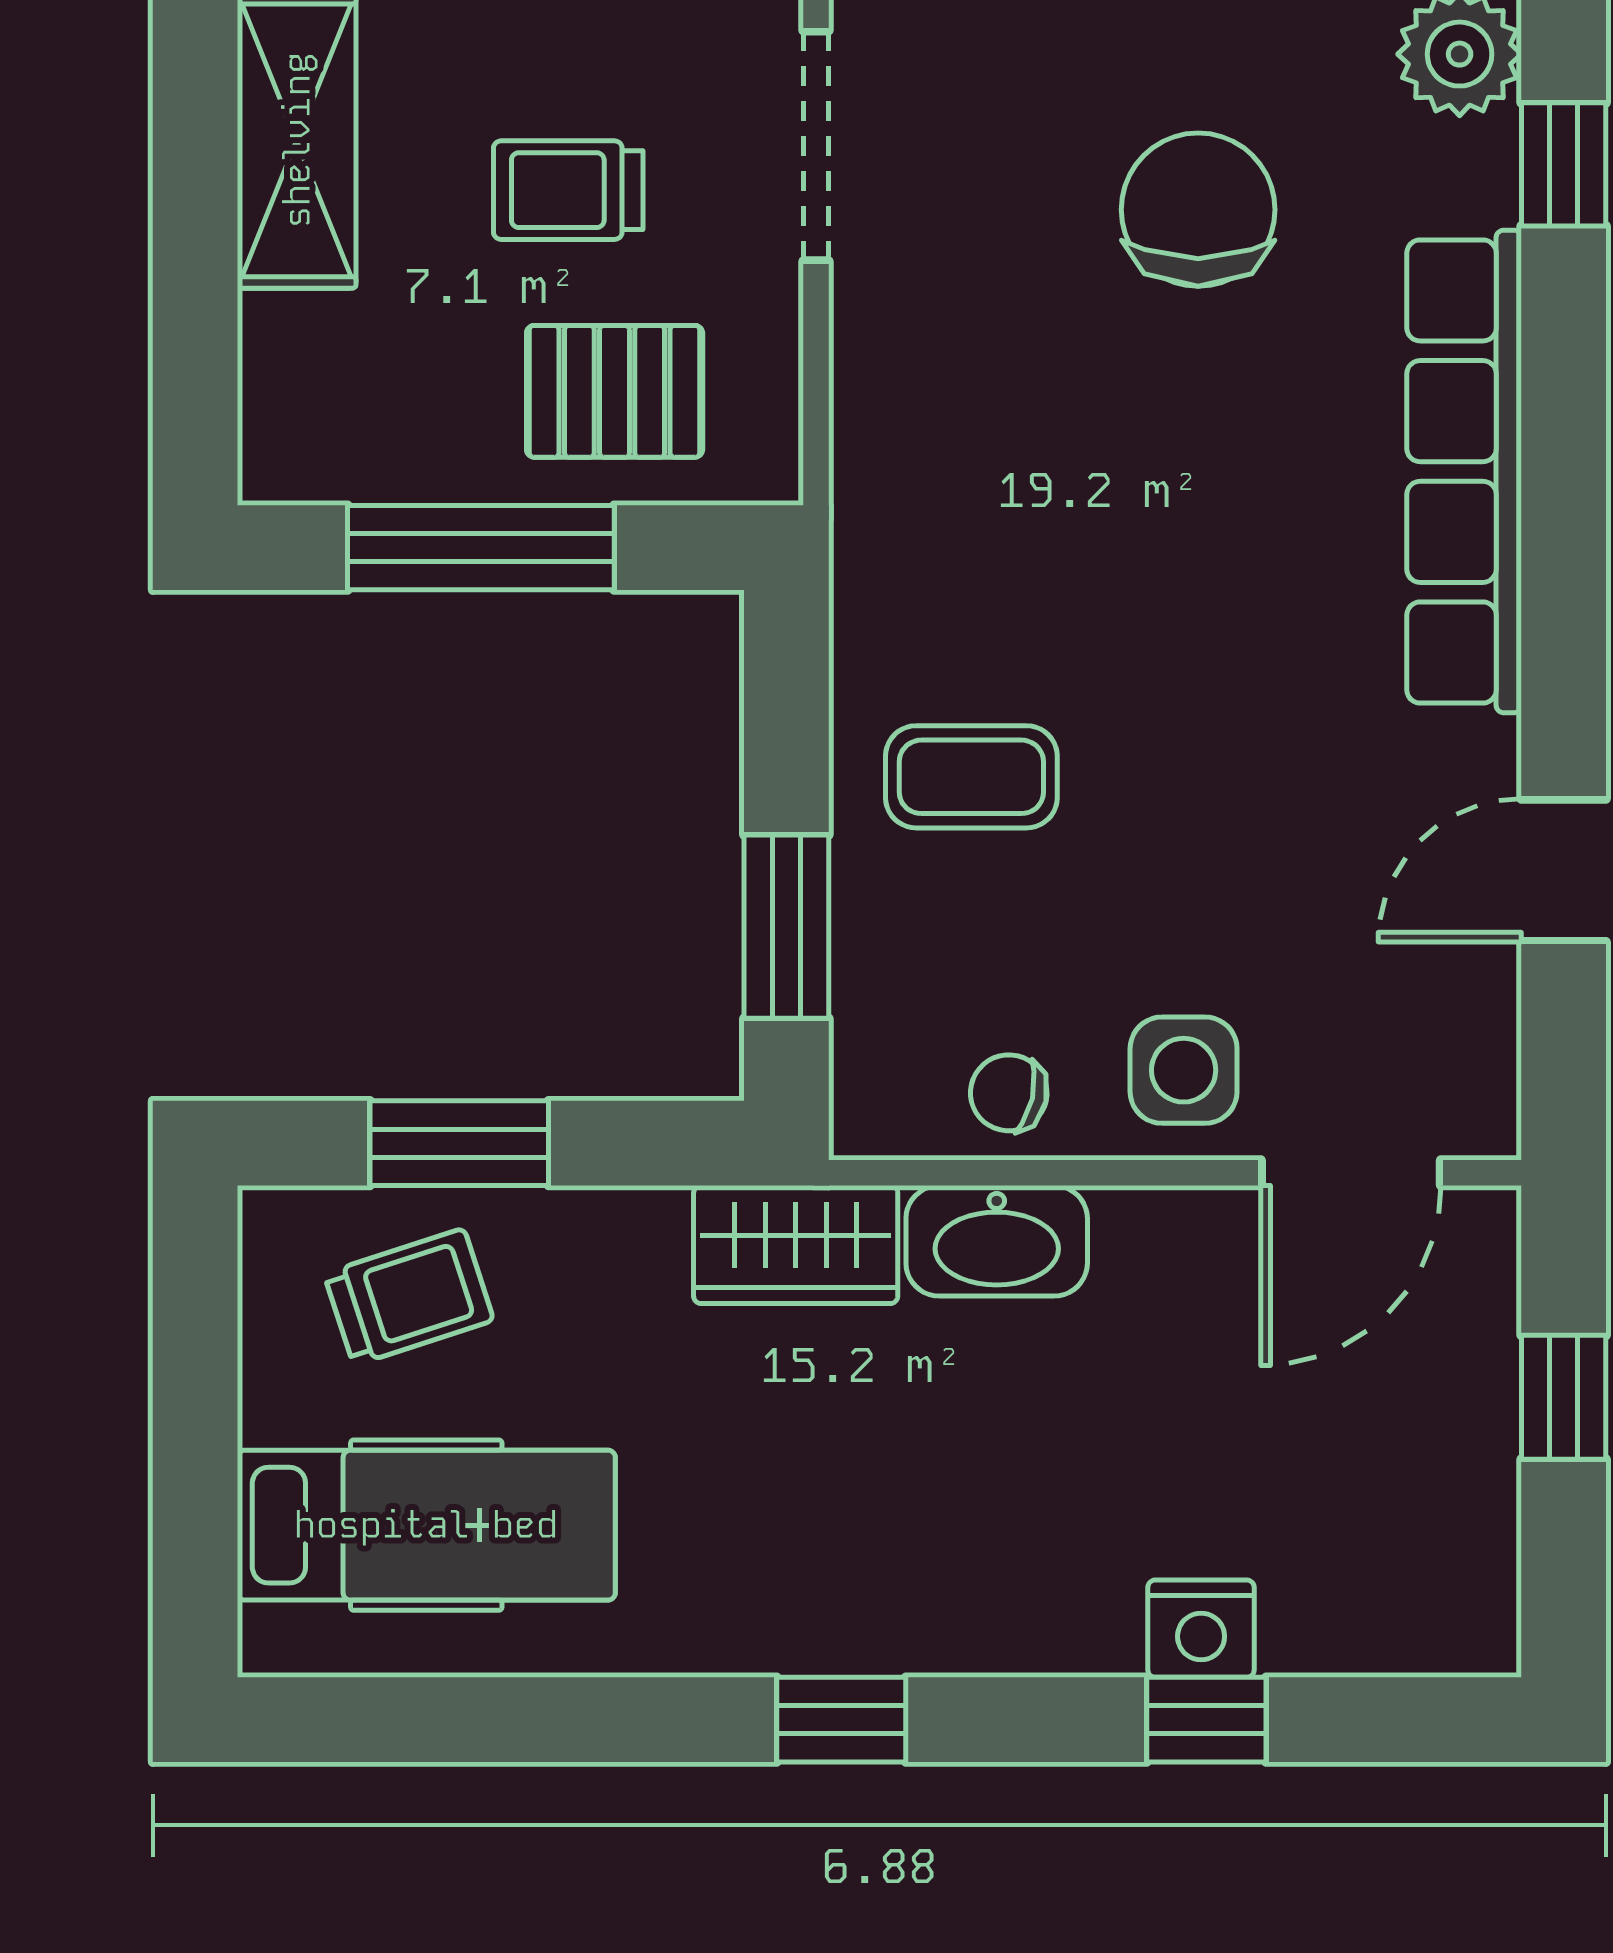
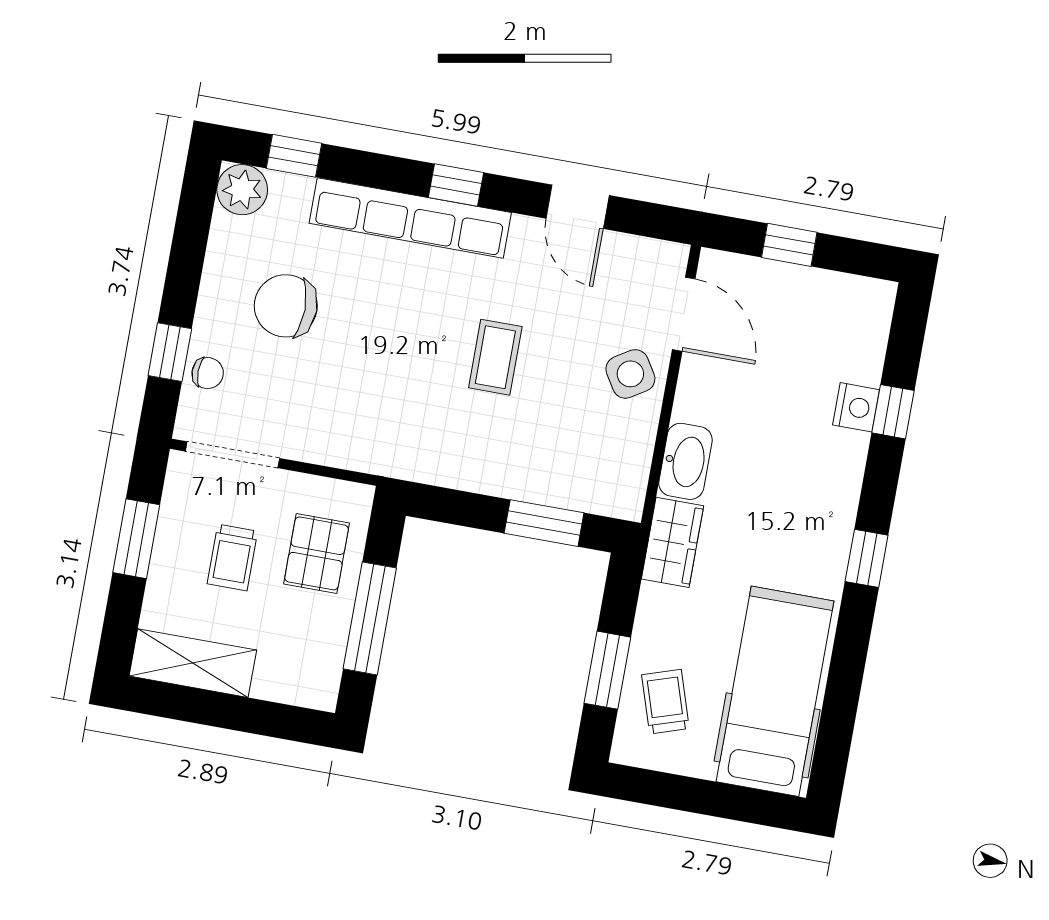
window: (1564, 568) -> (456, 185), added
coffee table: (971, 777) -> (495, 357), moved
side table: (1184, 1070) -> (630, 374), turned -32
chair: (1009, 1093) -> (208, 373), moved, turned -103
hospital bed: (426, 1525) -> (775, 691), width x1.37, depth x1.29

